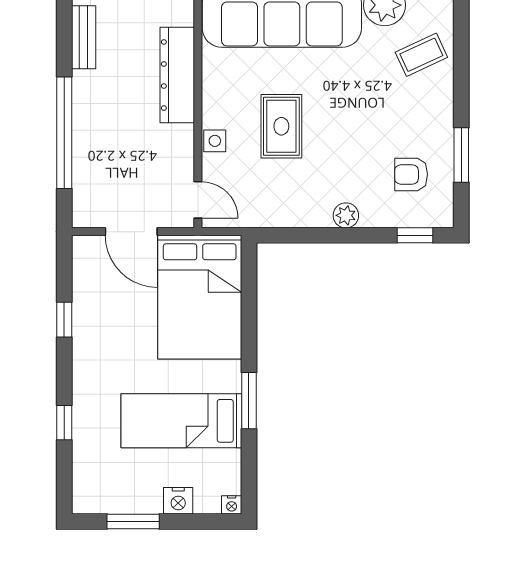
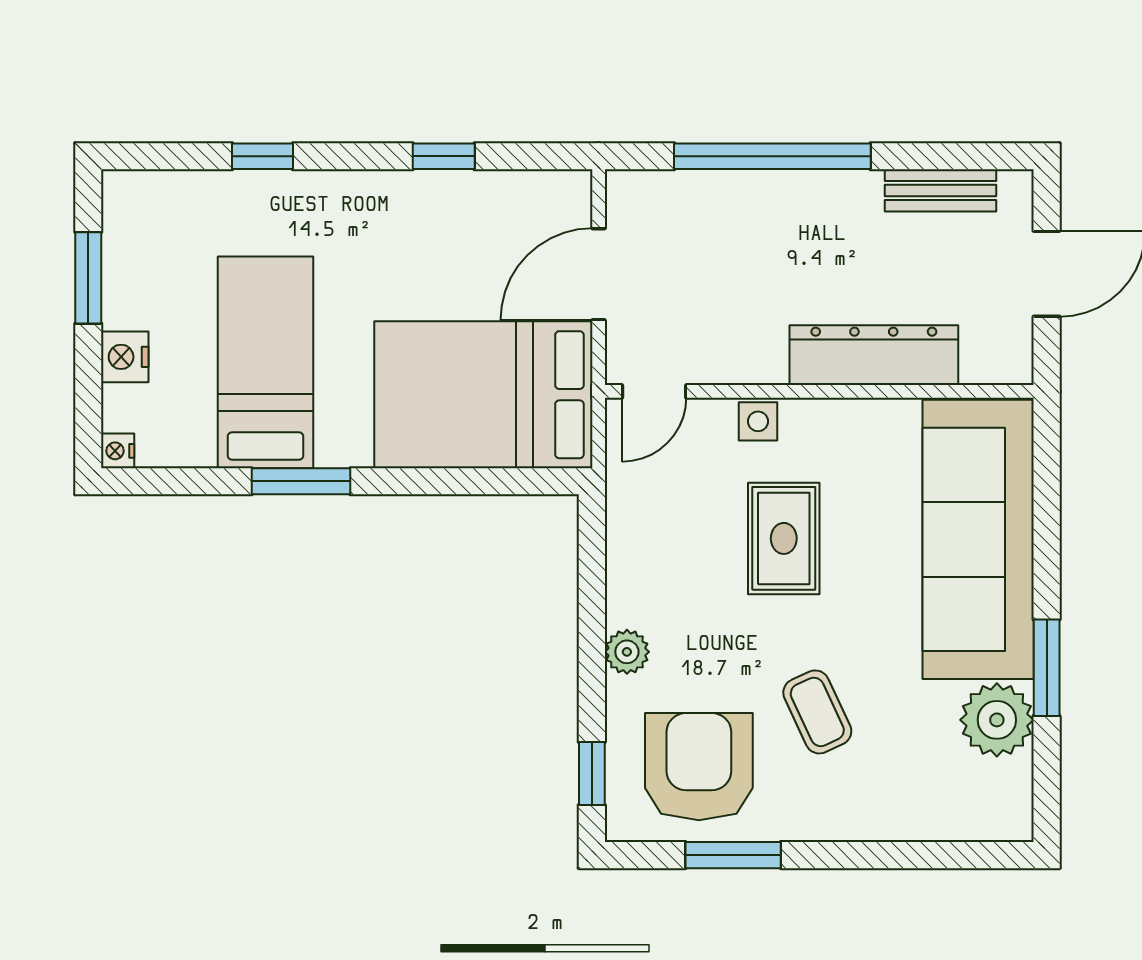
coffee table: (421, 55) -> (817, 712), moved
rug: (281, 126) -> (784, 538), turned 90
armchair: (411, 174) -> (699, 767), width x1.88, depth x1.88

